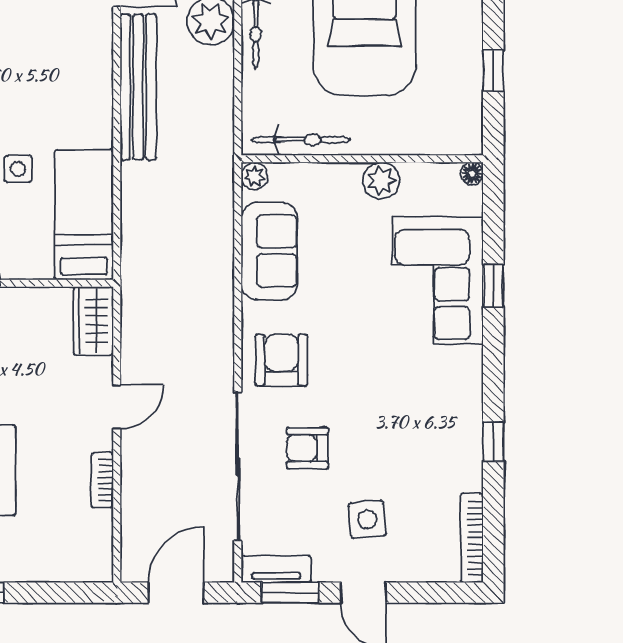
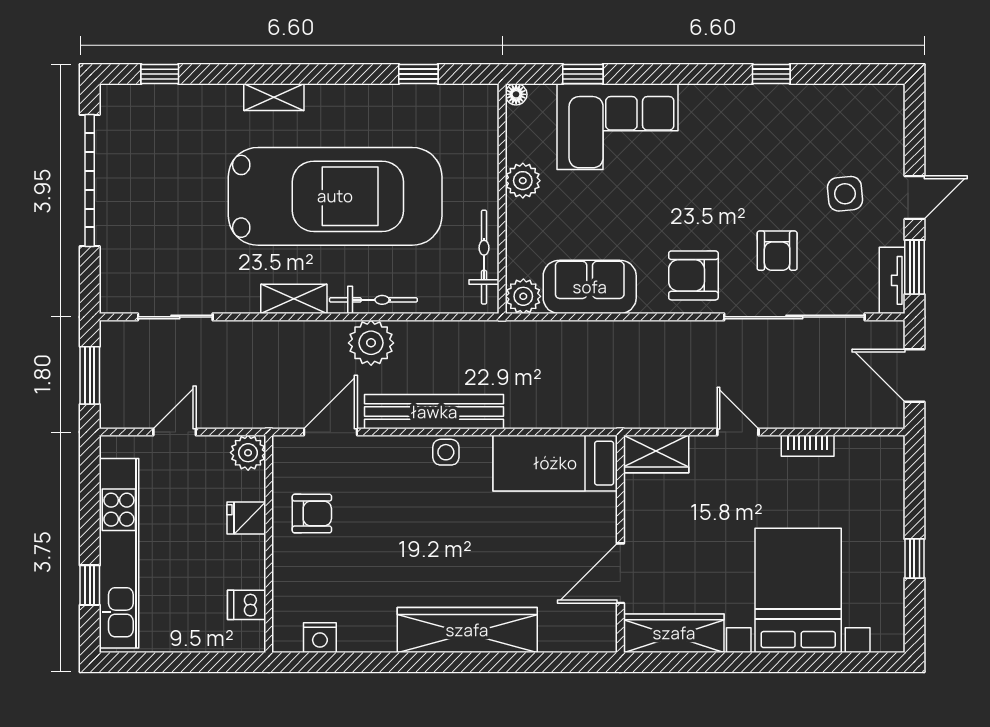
side table: (18, 169) -> (446, 452), moved
plant: (254, 176) -> (523, 296), width x1.38, depth x1.38
window: (493, 286) -> (583, 74), moved
bookcase: (472, 538) -> (863, 94), removed

